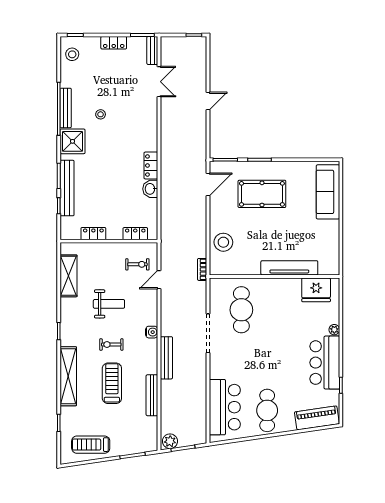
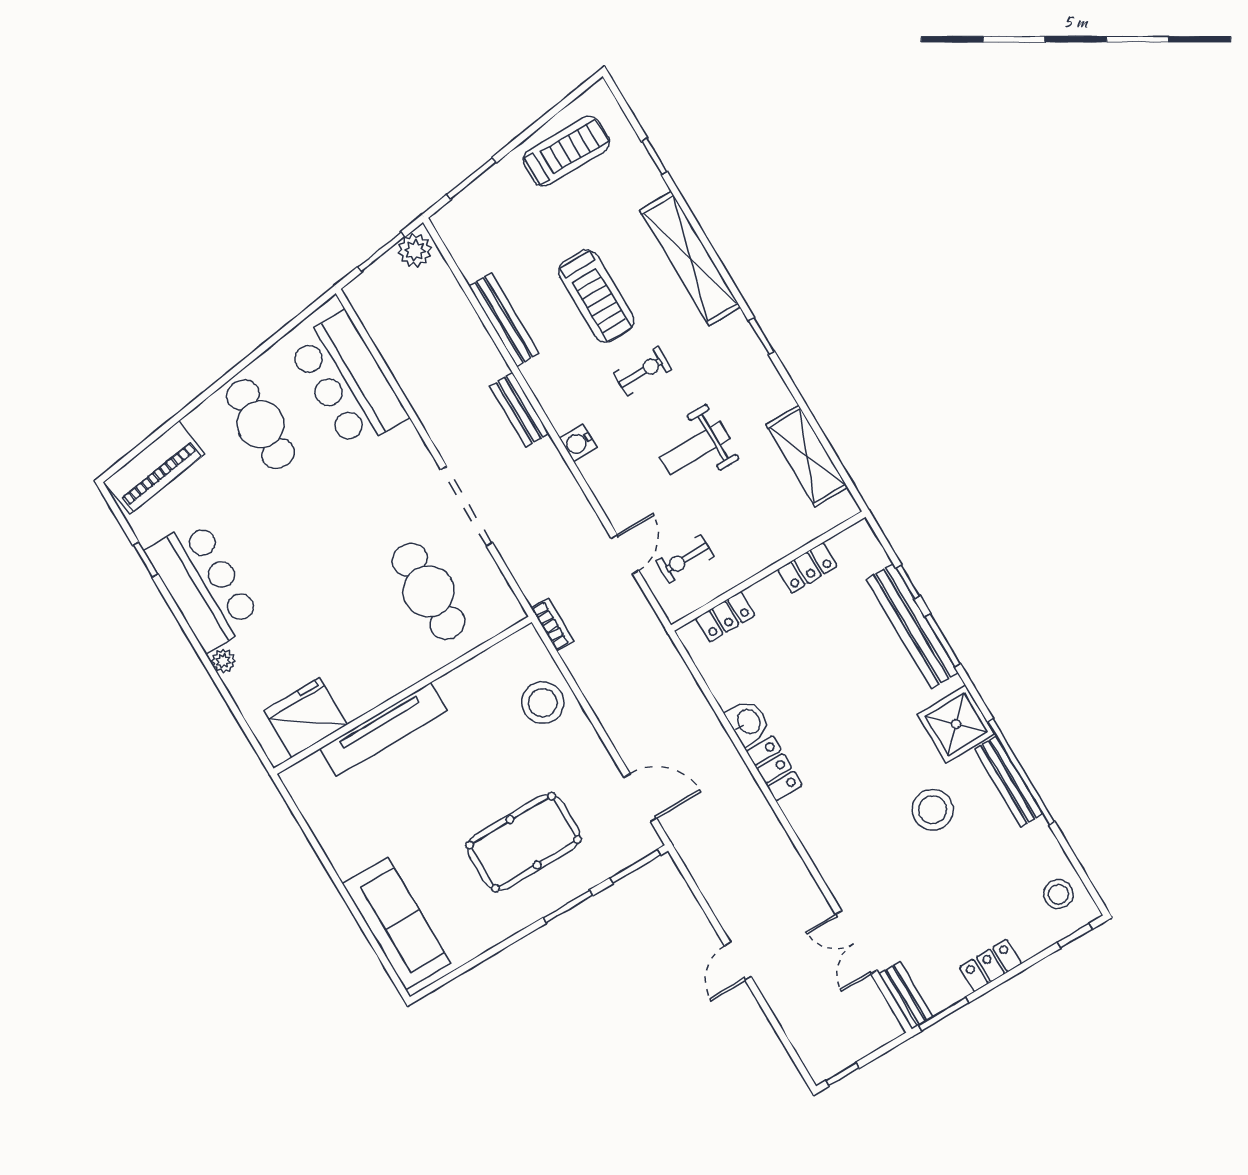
stool: (101, 114) -> (933, 810), width x1.89, depth x1.89
door: (208, 184) -> (640, 798), swing flipped
bench: (166, 358) -> (519, 410), width x0.73

